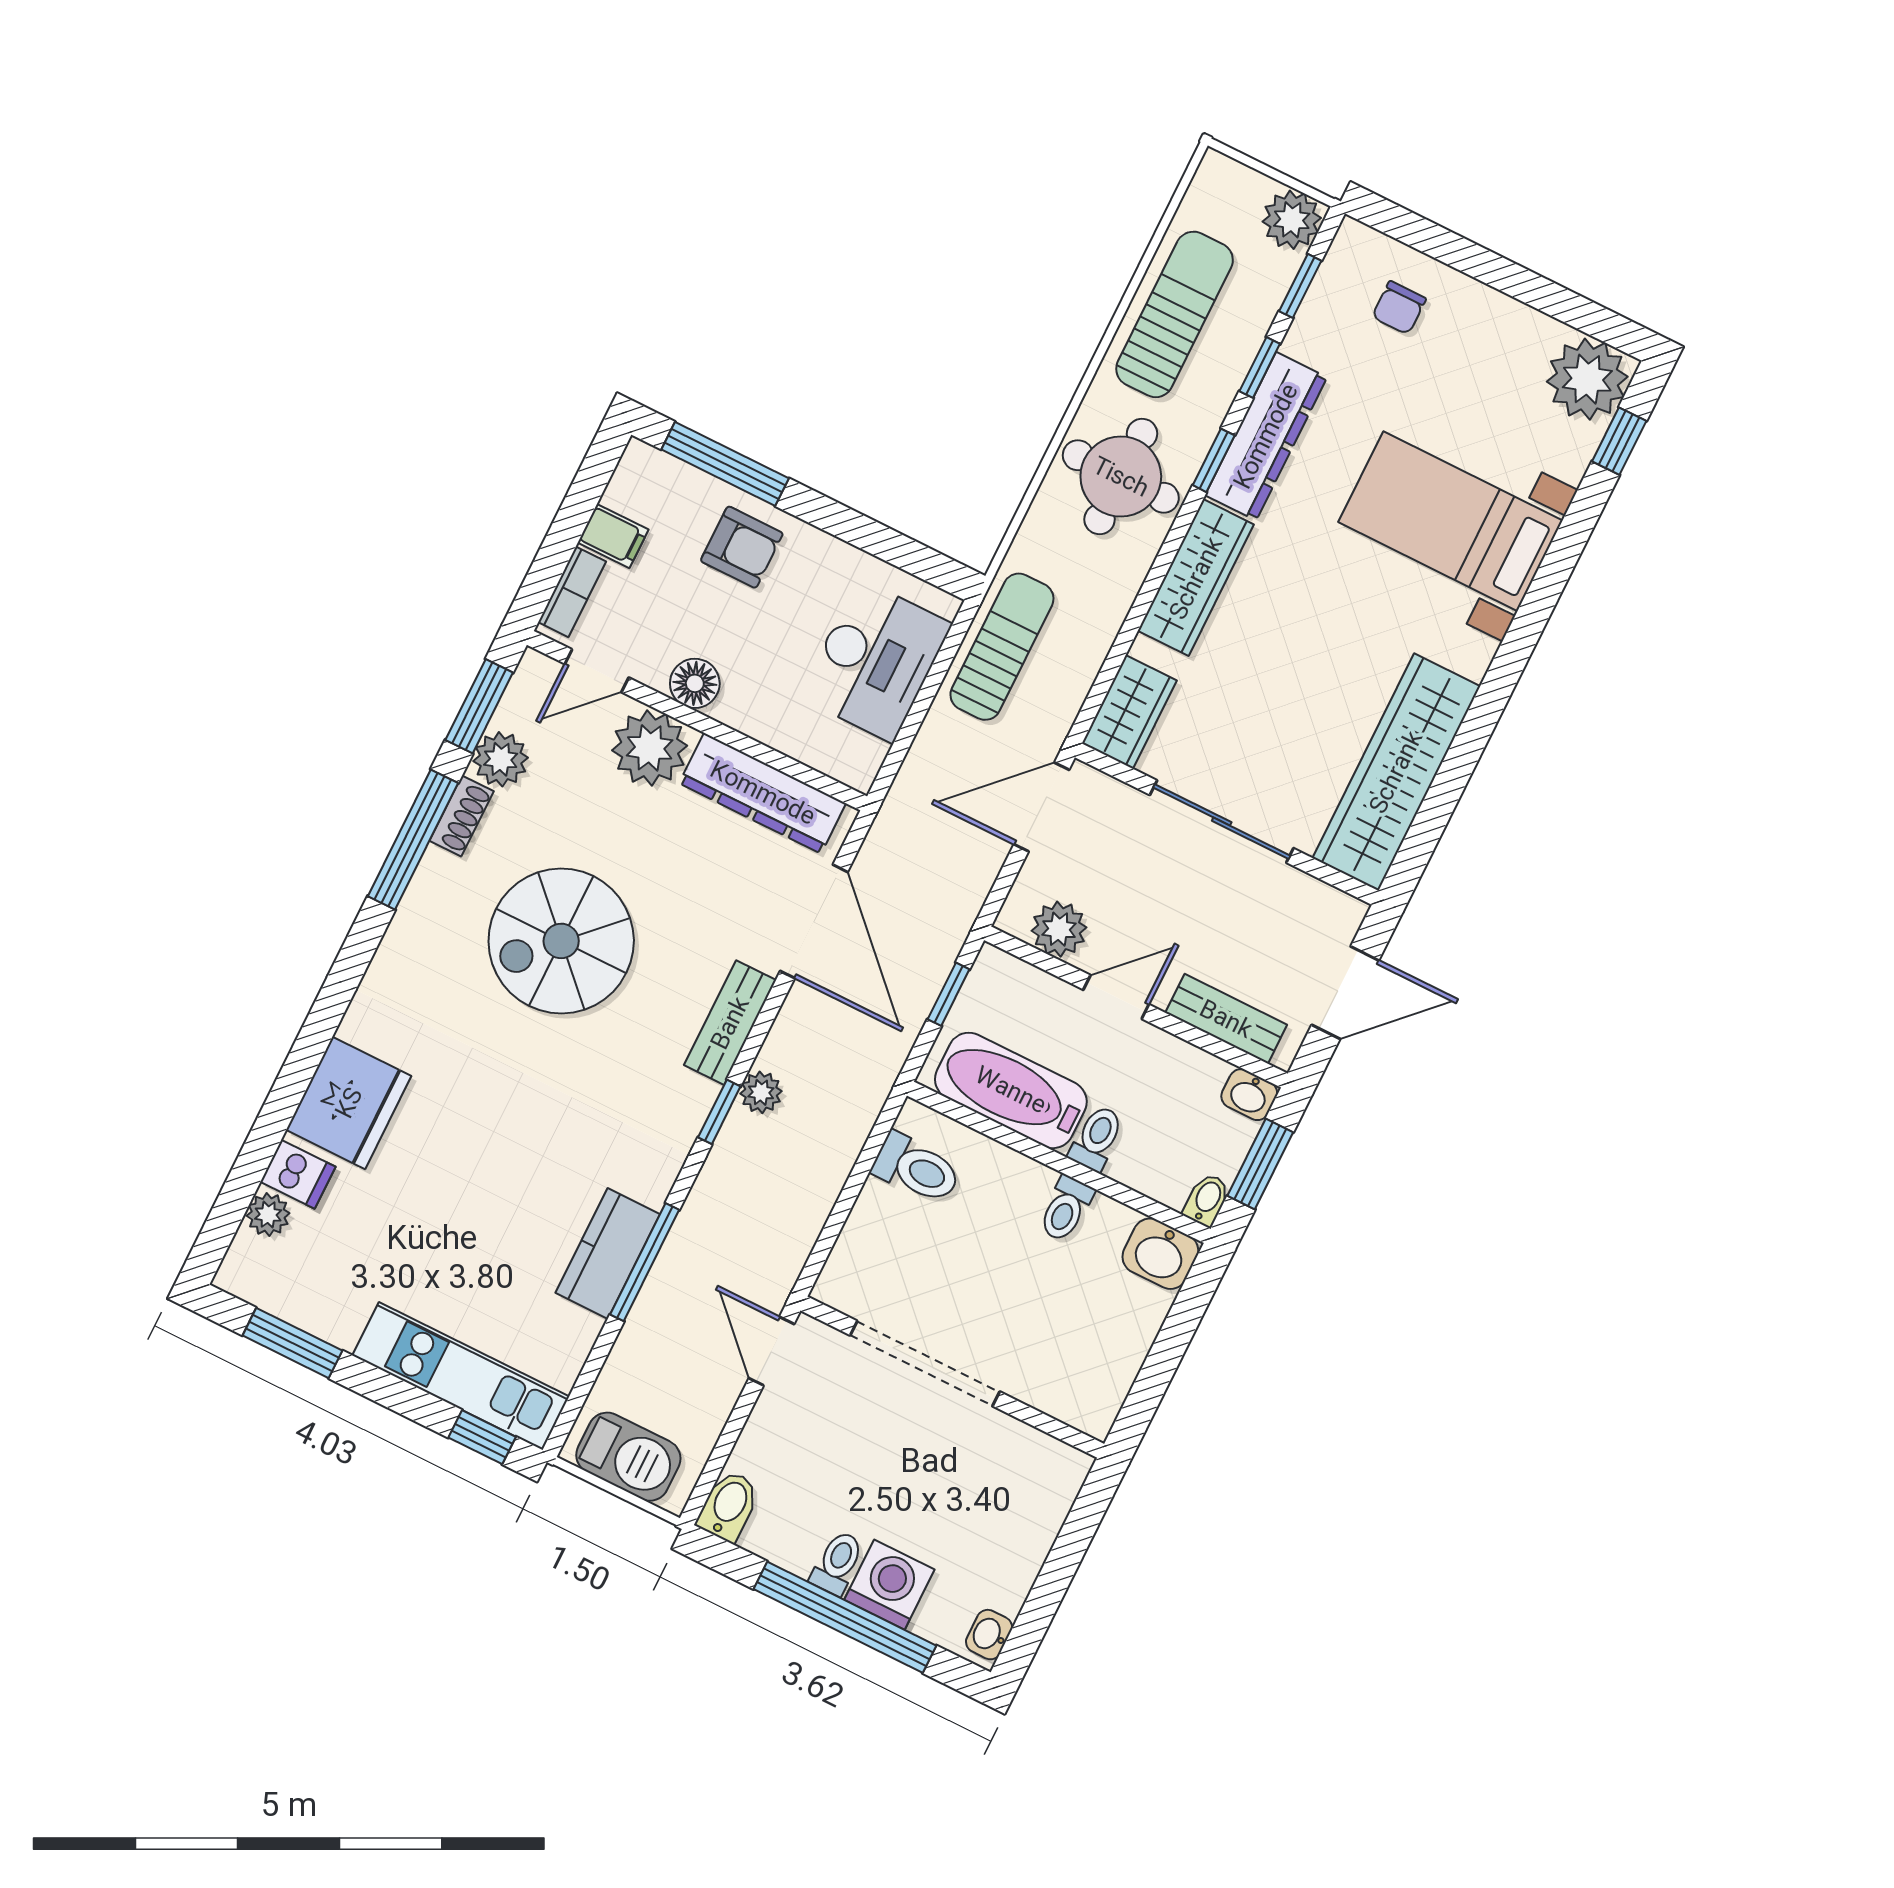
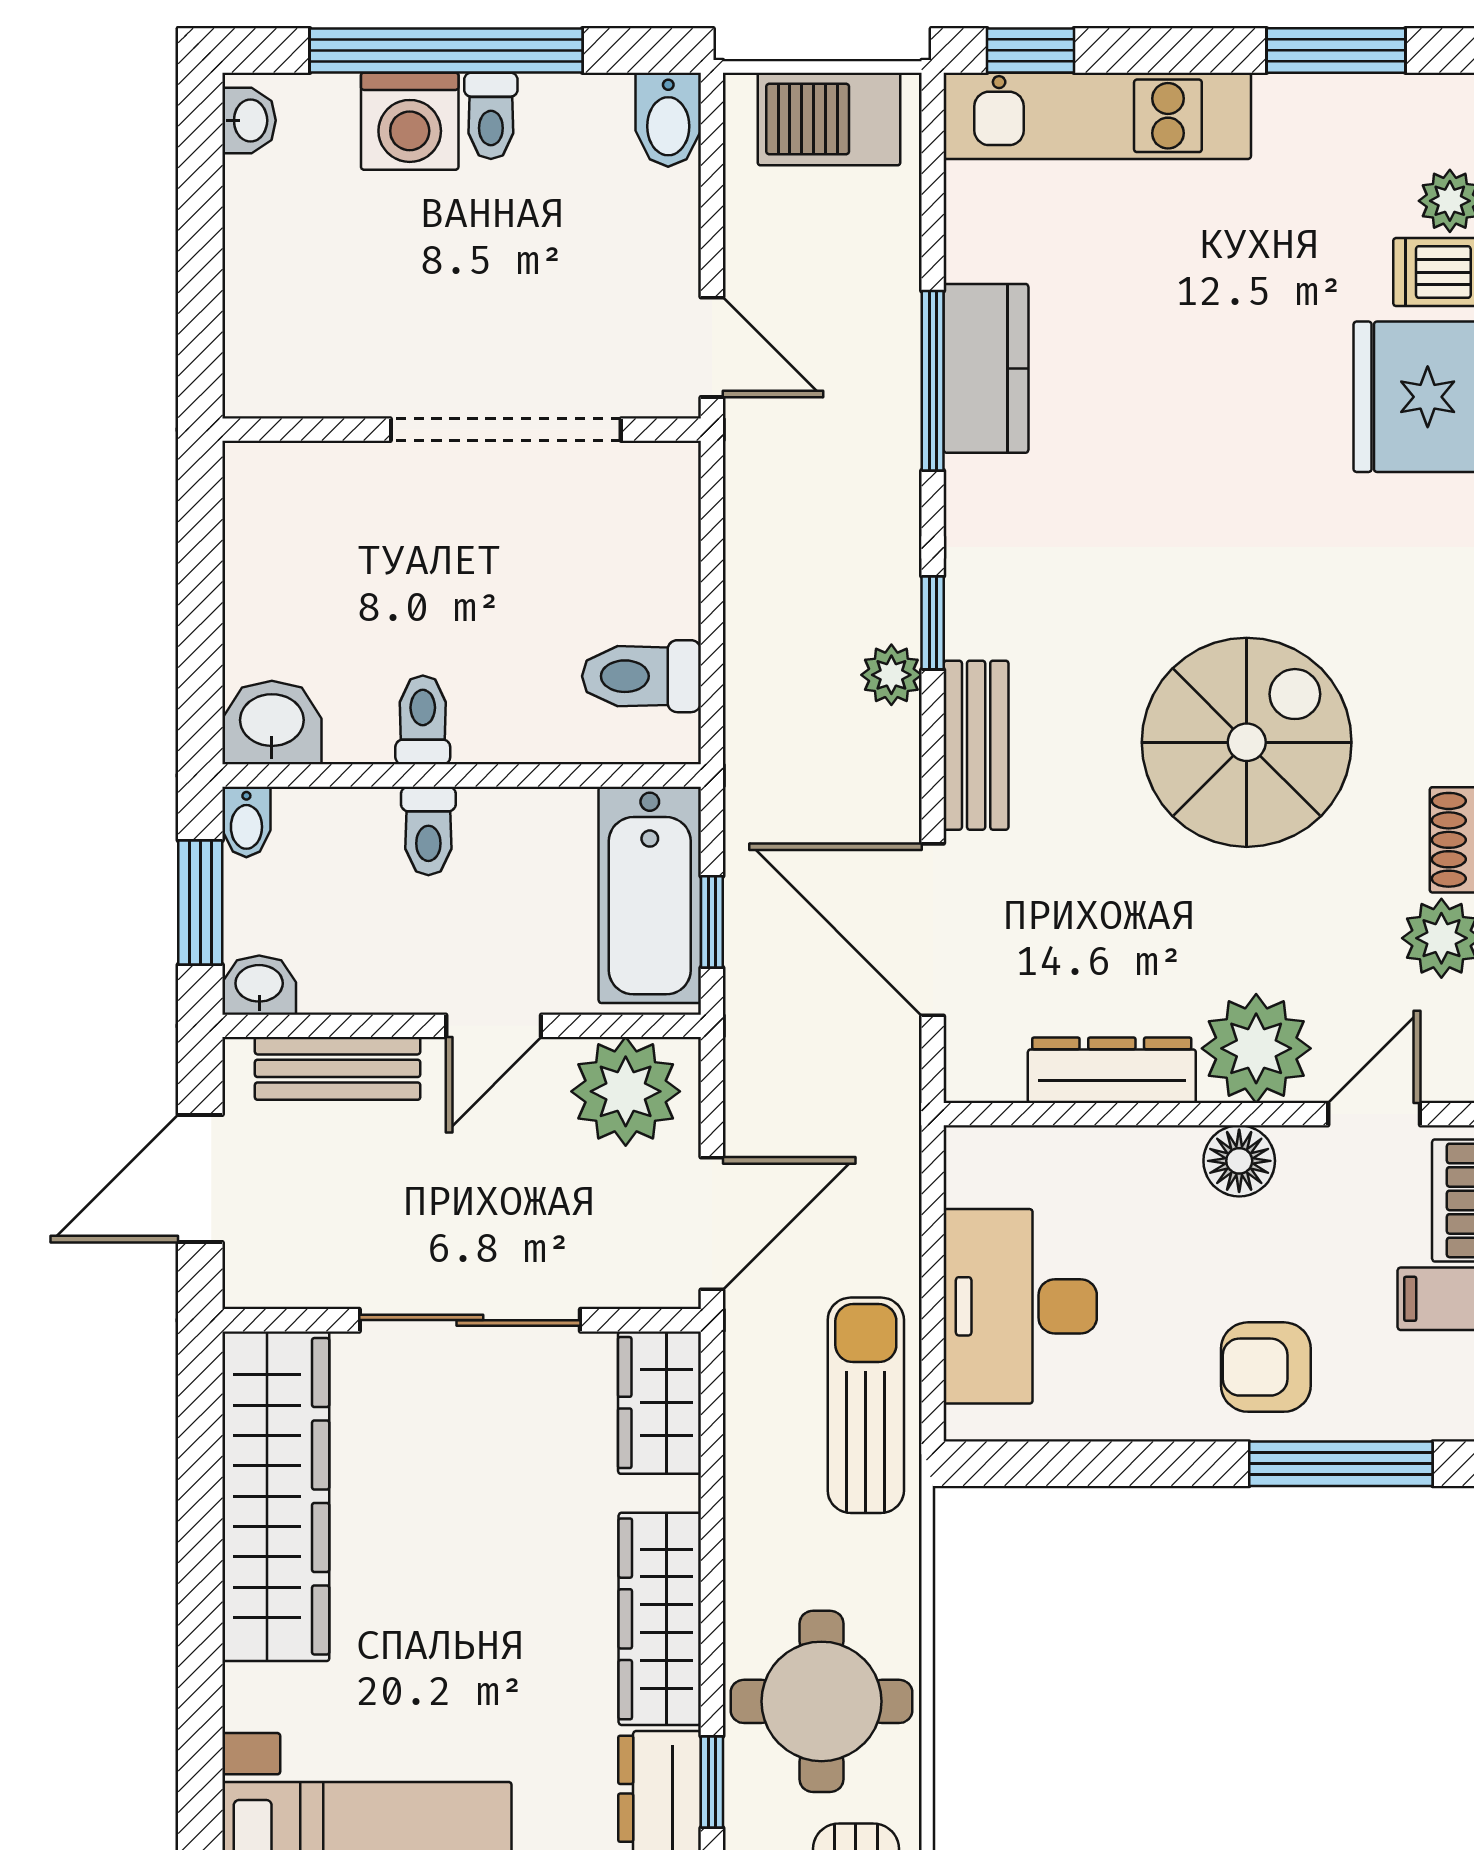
sun lounger: (1002, 647) -> (866, 1405), turned 180
dresser: (763, 793) -> (1112, 1070), width x0.73, depth x0.80
plant: (1059, 929) -> (626, 1091), width x1.36, depth x1.36
bathtub: (1011, 1090) -> (650, 895), moved, turned 90

